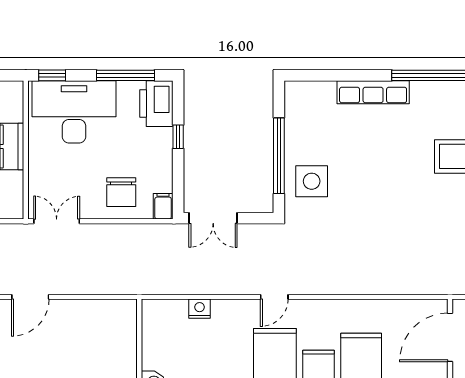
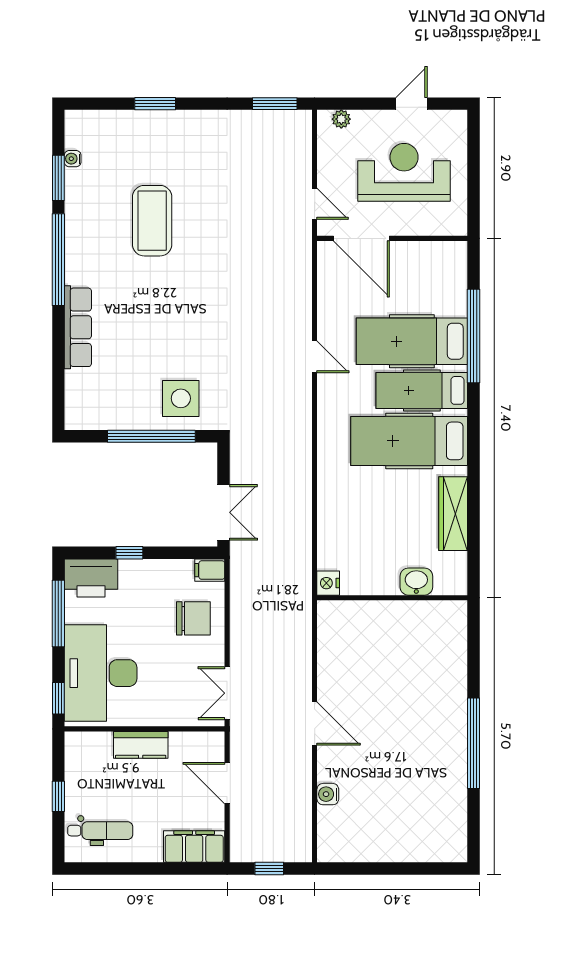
door: (274, 297) -> (315, 357), moved
nightstand: (200, 309) -> (328, 583), moved

